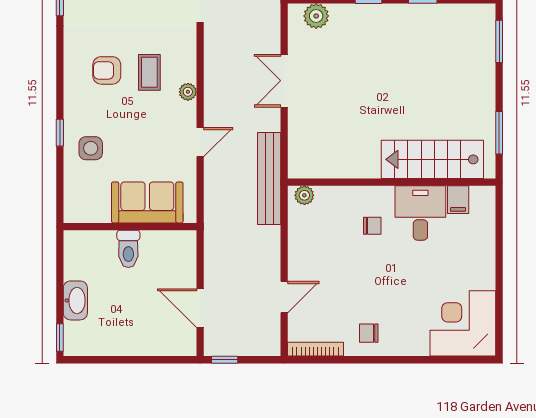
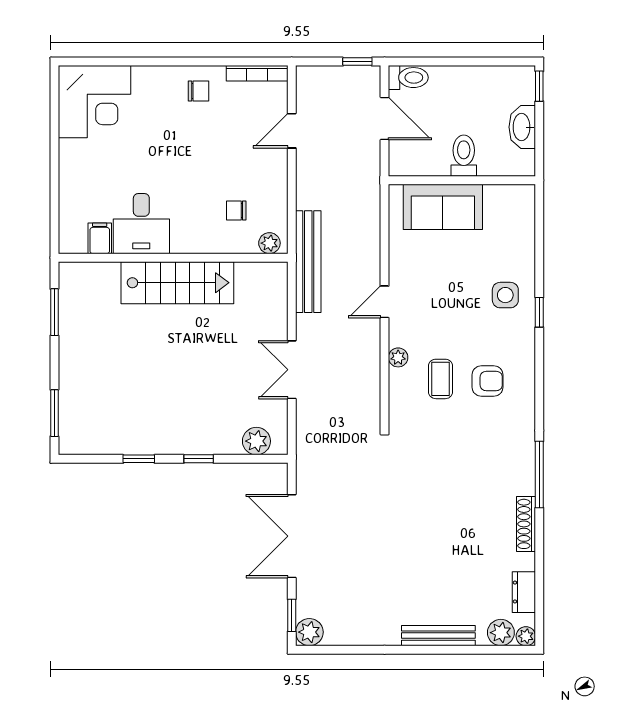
double door: (284, 81) -> (292, 370), swing flipped
stairs: (432, 159) -> (177, 283), moved
sofa: (147, 202) -> (443, 207), moved
chair: (372, 226) -> (236, 211), moved
wall: (130, 227) -> (462, 180), moved
toilet: (128, 249) -> (464, 156), moved
toilet: (179, 345) -> (408, 78), added

